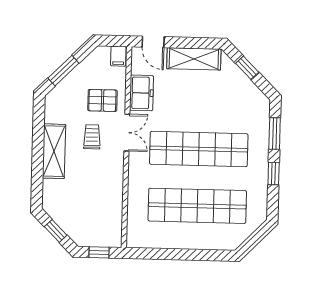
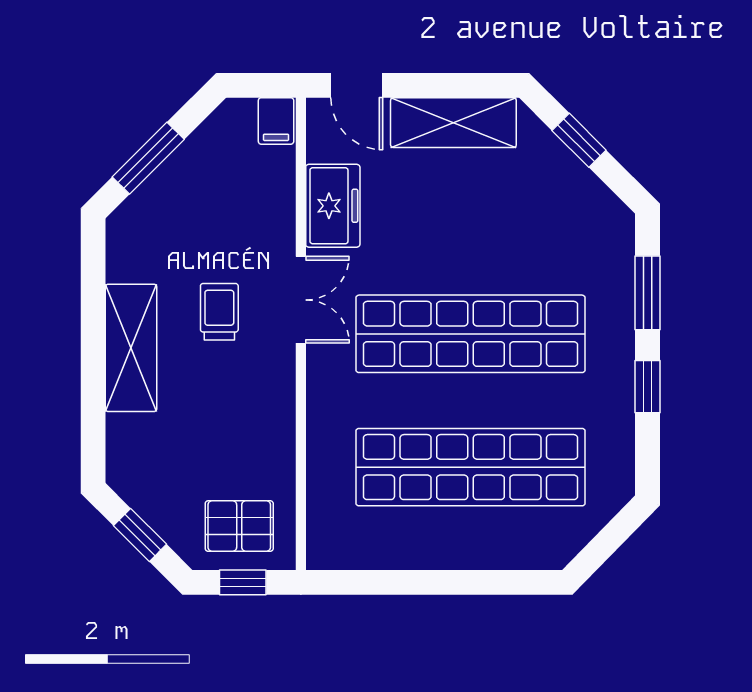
pallet: (102, 100) -> (239, 526), moved

